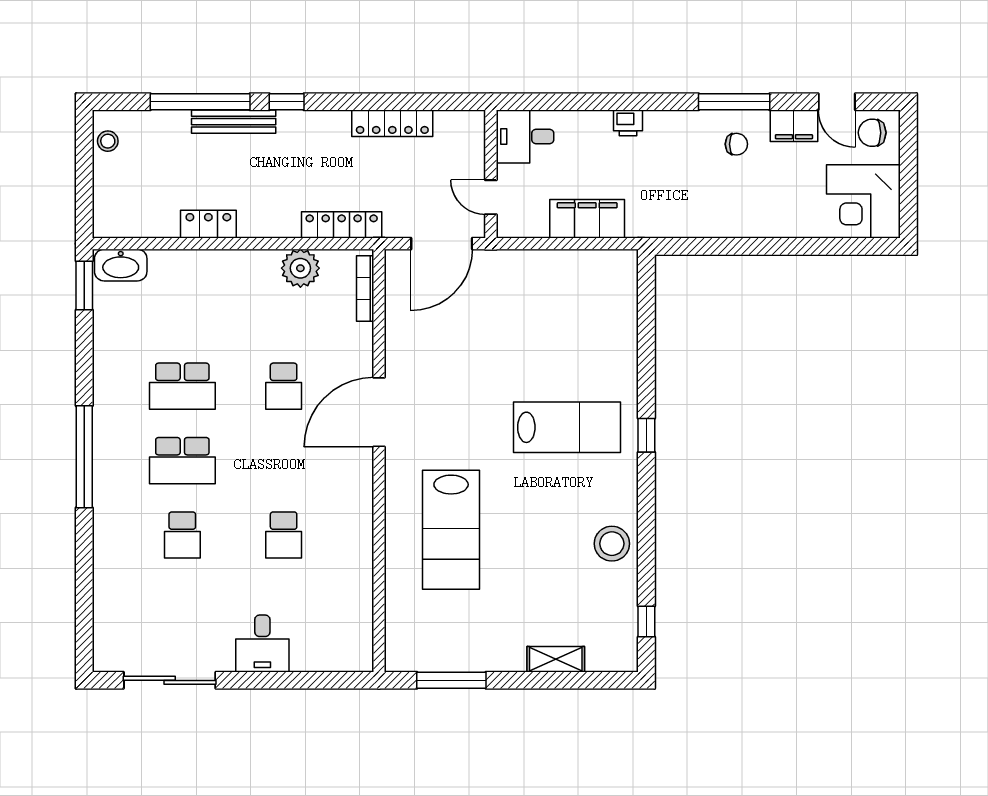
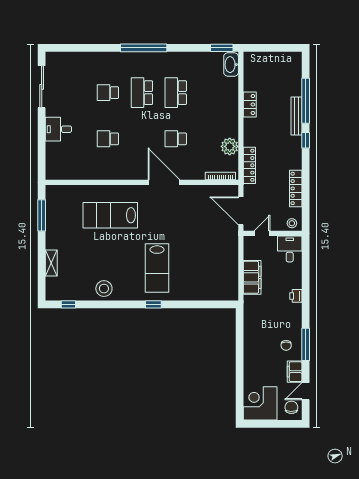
stool: (108, 141) -> (292, 223), moved

